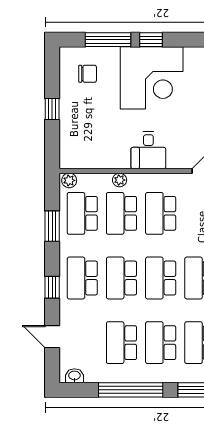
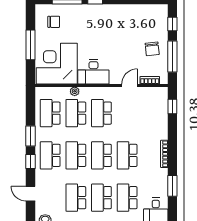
corner desk: (152, 78) -> (57, 64), moved, turned 180
window: (52, 109) -> (31, 45), width x2.17
desk: (148, 150) -> (93, 72), width x1.37
plant: (69, 180) -> (42, 92), removed
window: (52, 226) -> (31, 136), moved

